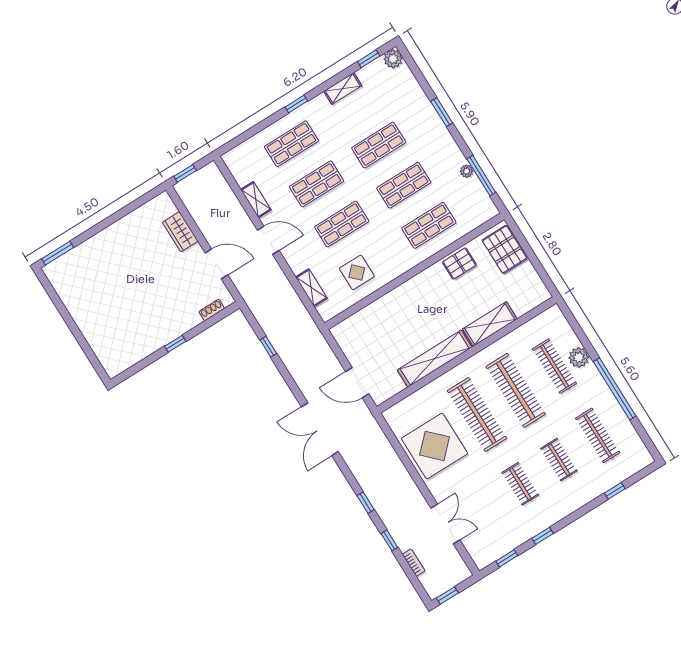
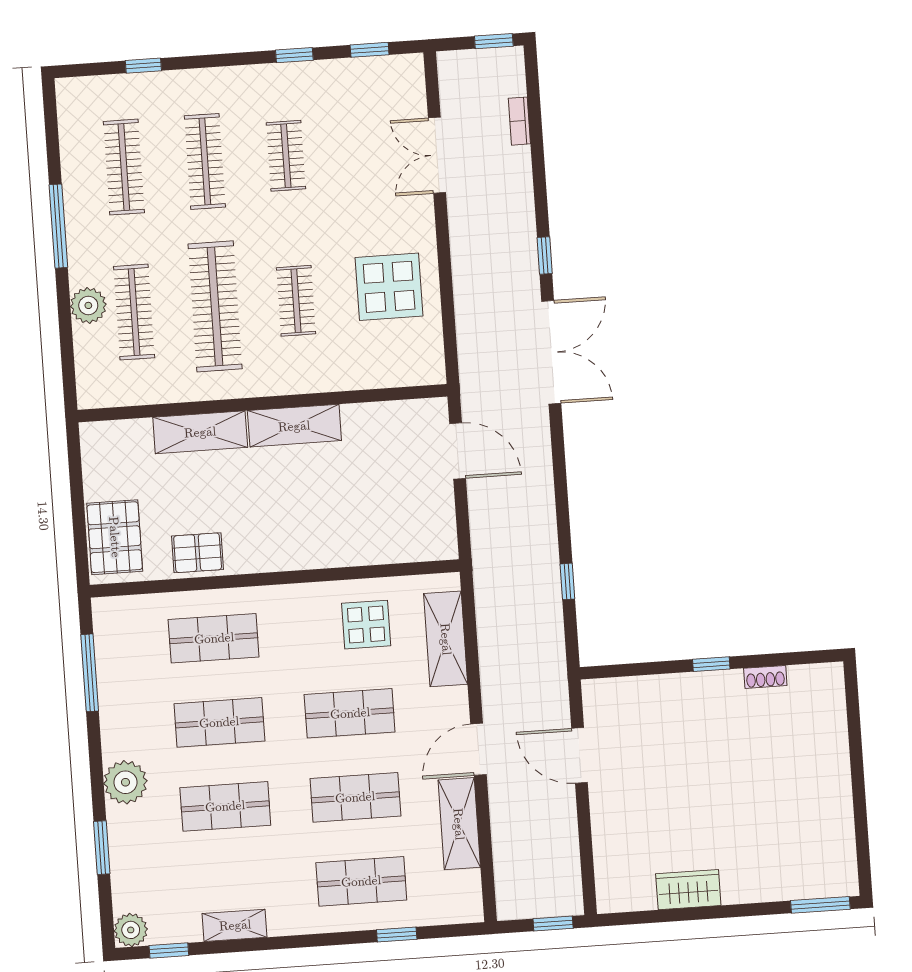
window: (296, 104) -> (397, 935), moved
window: (442, 112) -> (102, 848), moved
plant: (467, 171) -> (125, 782), moved, width x1.88, depth x1.88
shelving: (256, 200) -> (459, 824), width x1.50, depth x1.33
wardrobe: (180, 232) -> (688, 890), moved, turned -90
door: (268, 240) -> (478, 749), hinge flipped
shelving: (311, 288) -> (446, 639), width x1.50, depth x1.33
shoe rack: (212, 310) -> (765, 677), moved
shelving: (435, 359) -> (294, 426), width x0.68
window: (615, 389) -> (58, 226), width x0.68
clothes rail: (477, 415) -> (296, 301), width x0.54, depth x0.76
double door: (320, 429) -> (551, 352), moved
display table: (435, 446) -> (389, 287), width x0.73, depth x0.73
clothes rail: (559, 460) -> (205, 161), width x1.36
window: (389, 541) -> (539, 176), removed

